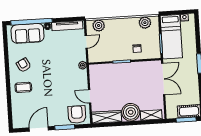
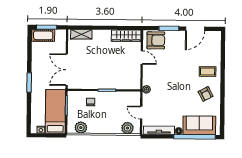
door: (86, 42) -> (141, 113), hinge flipped
boiler: (131, 112) -> (102, 39), removed
armchair: (77, 115) -> (156, 40), turned -90

